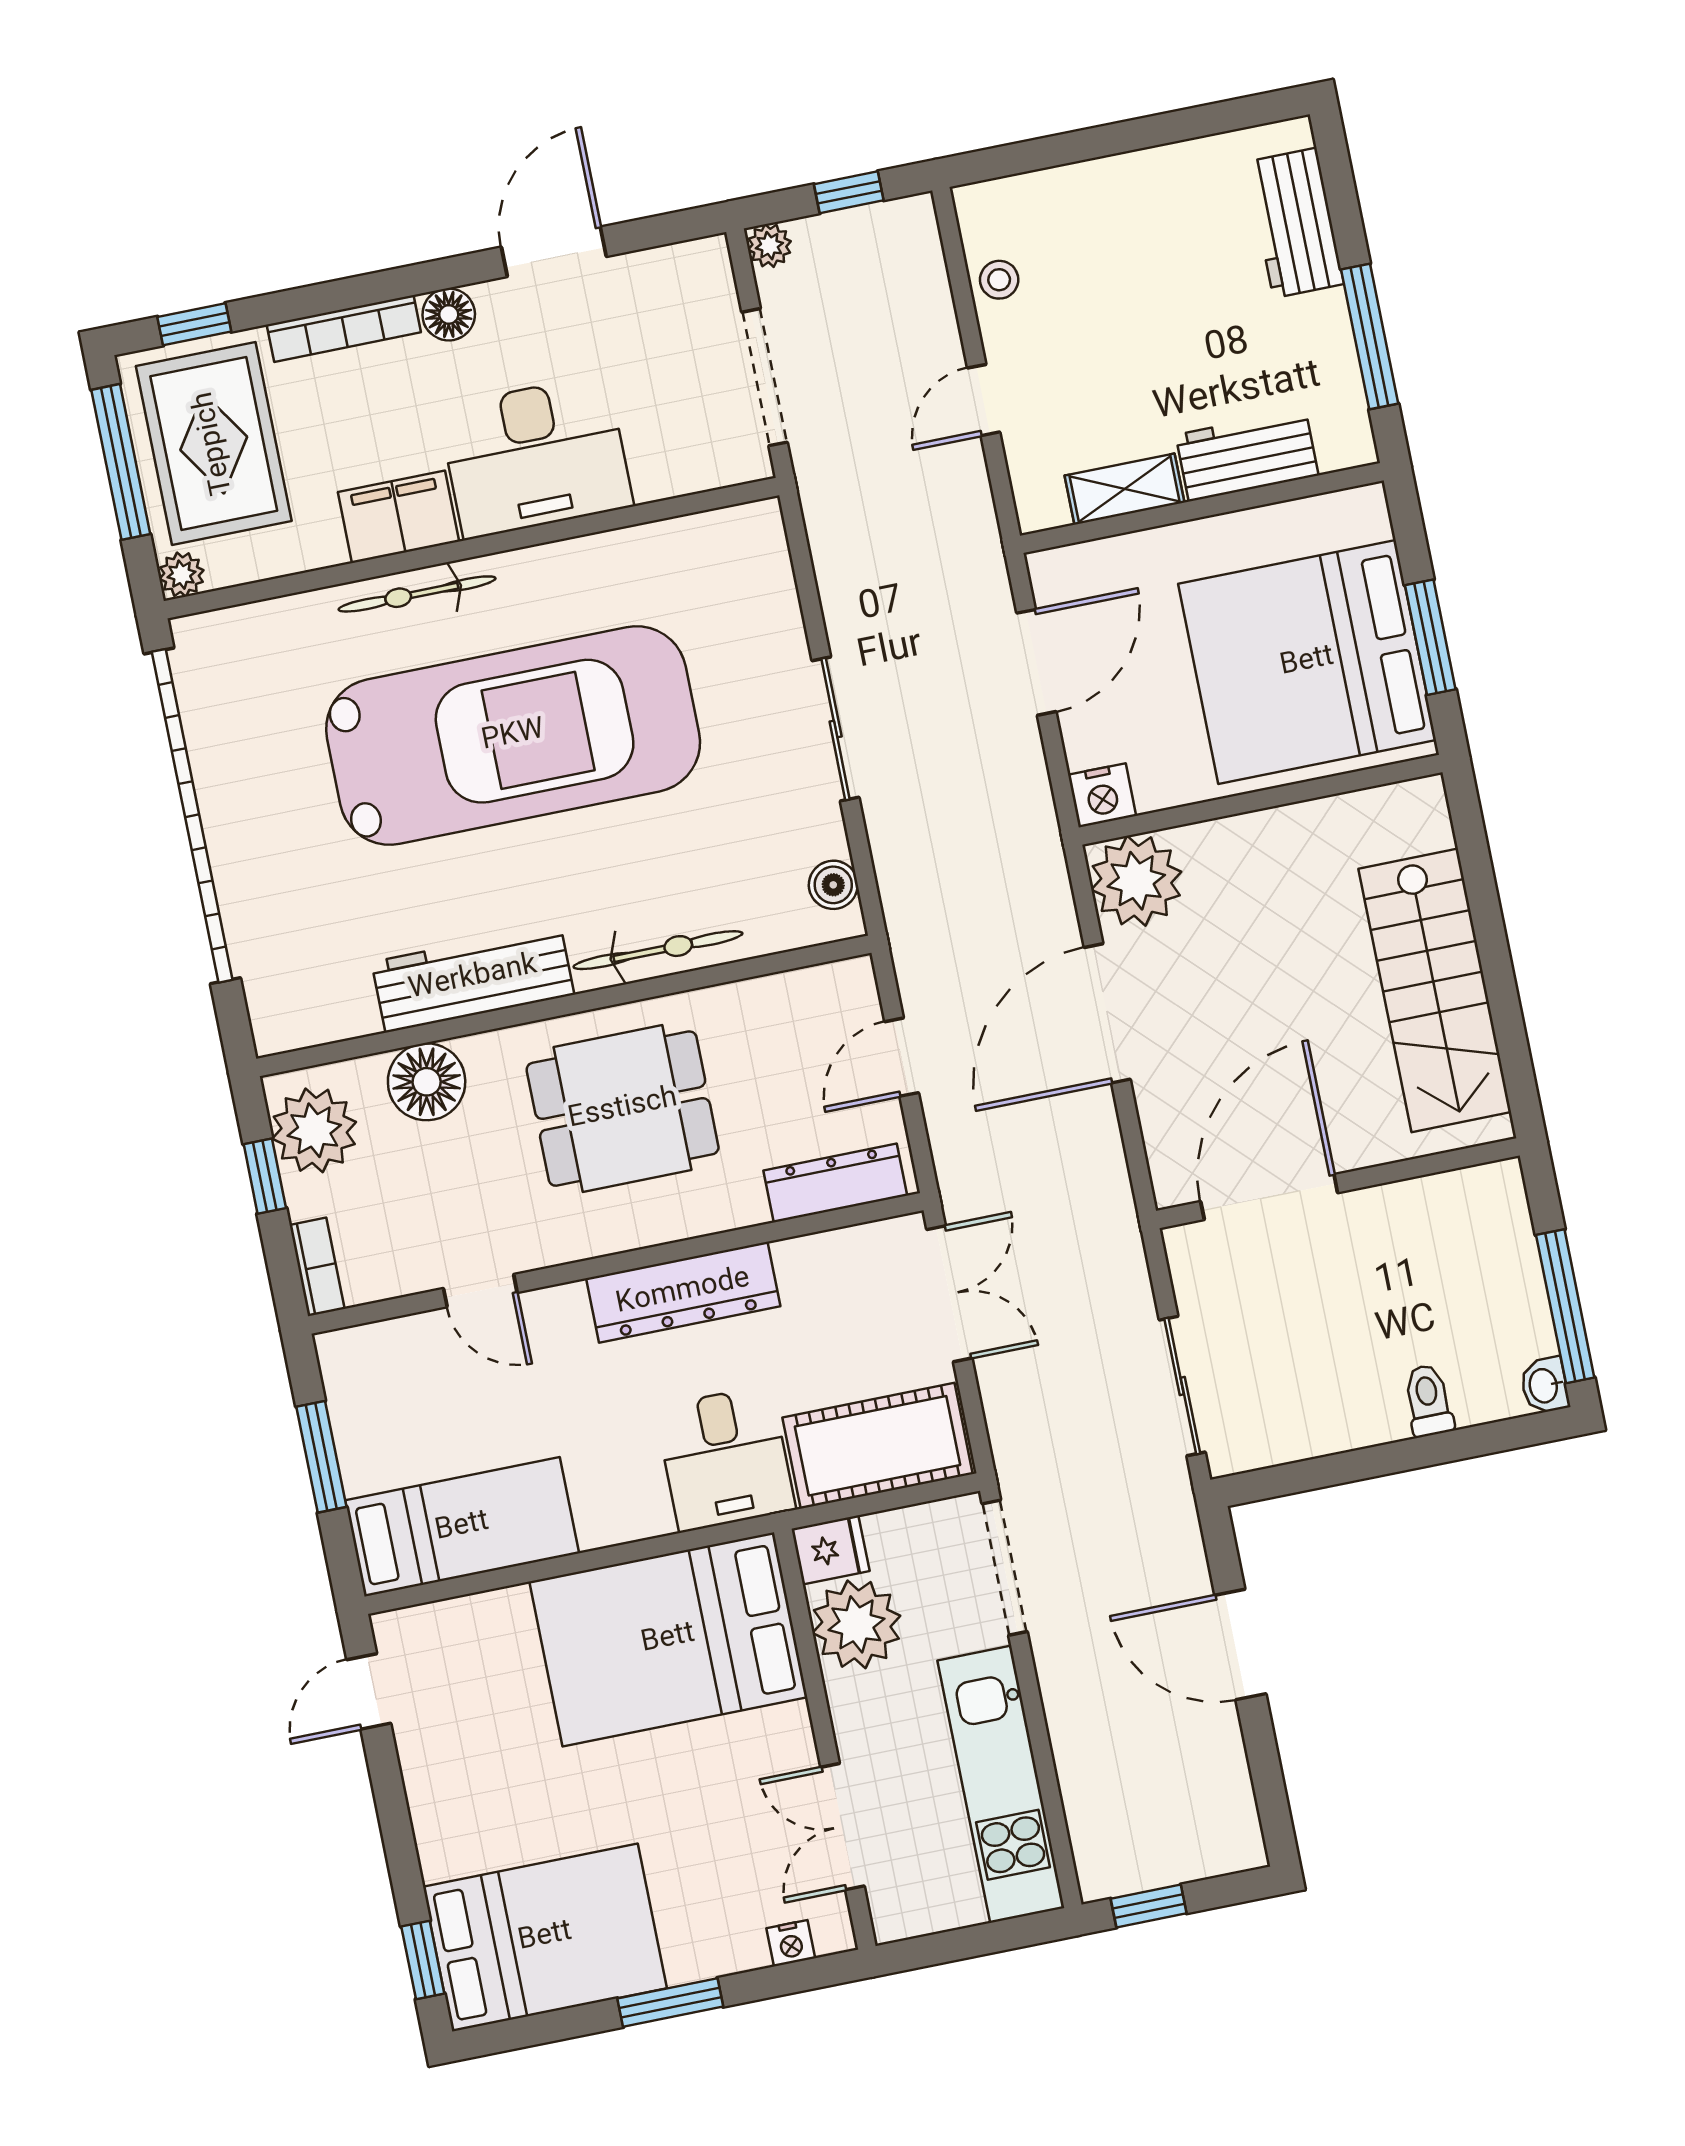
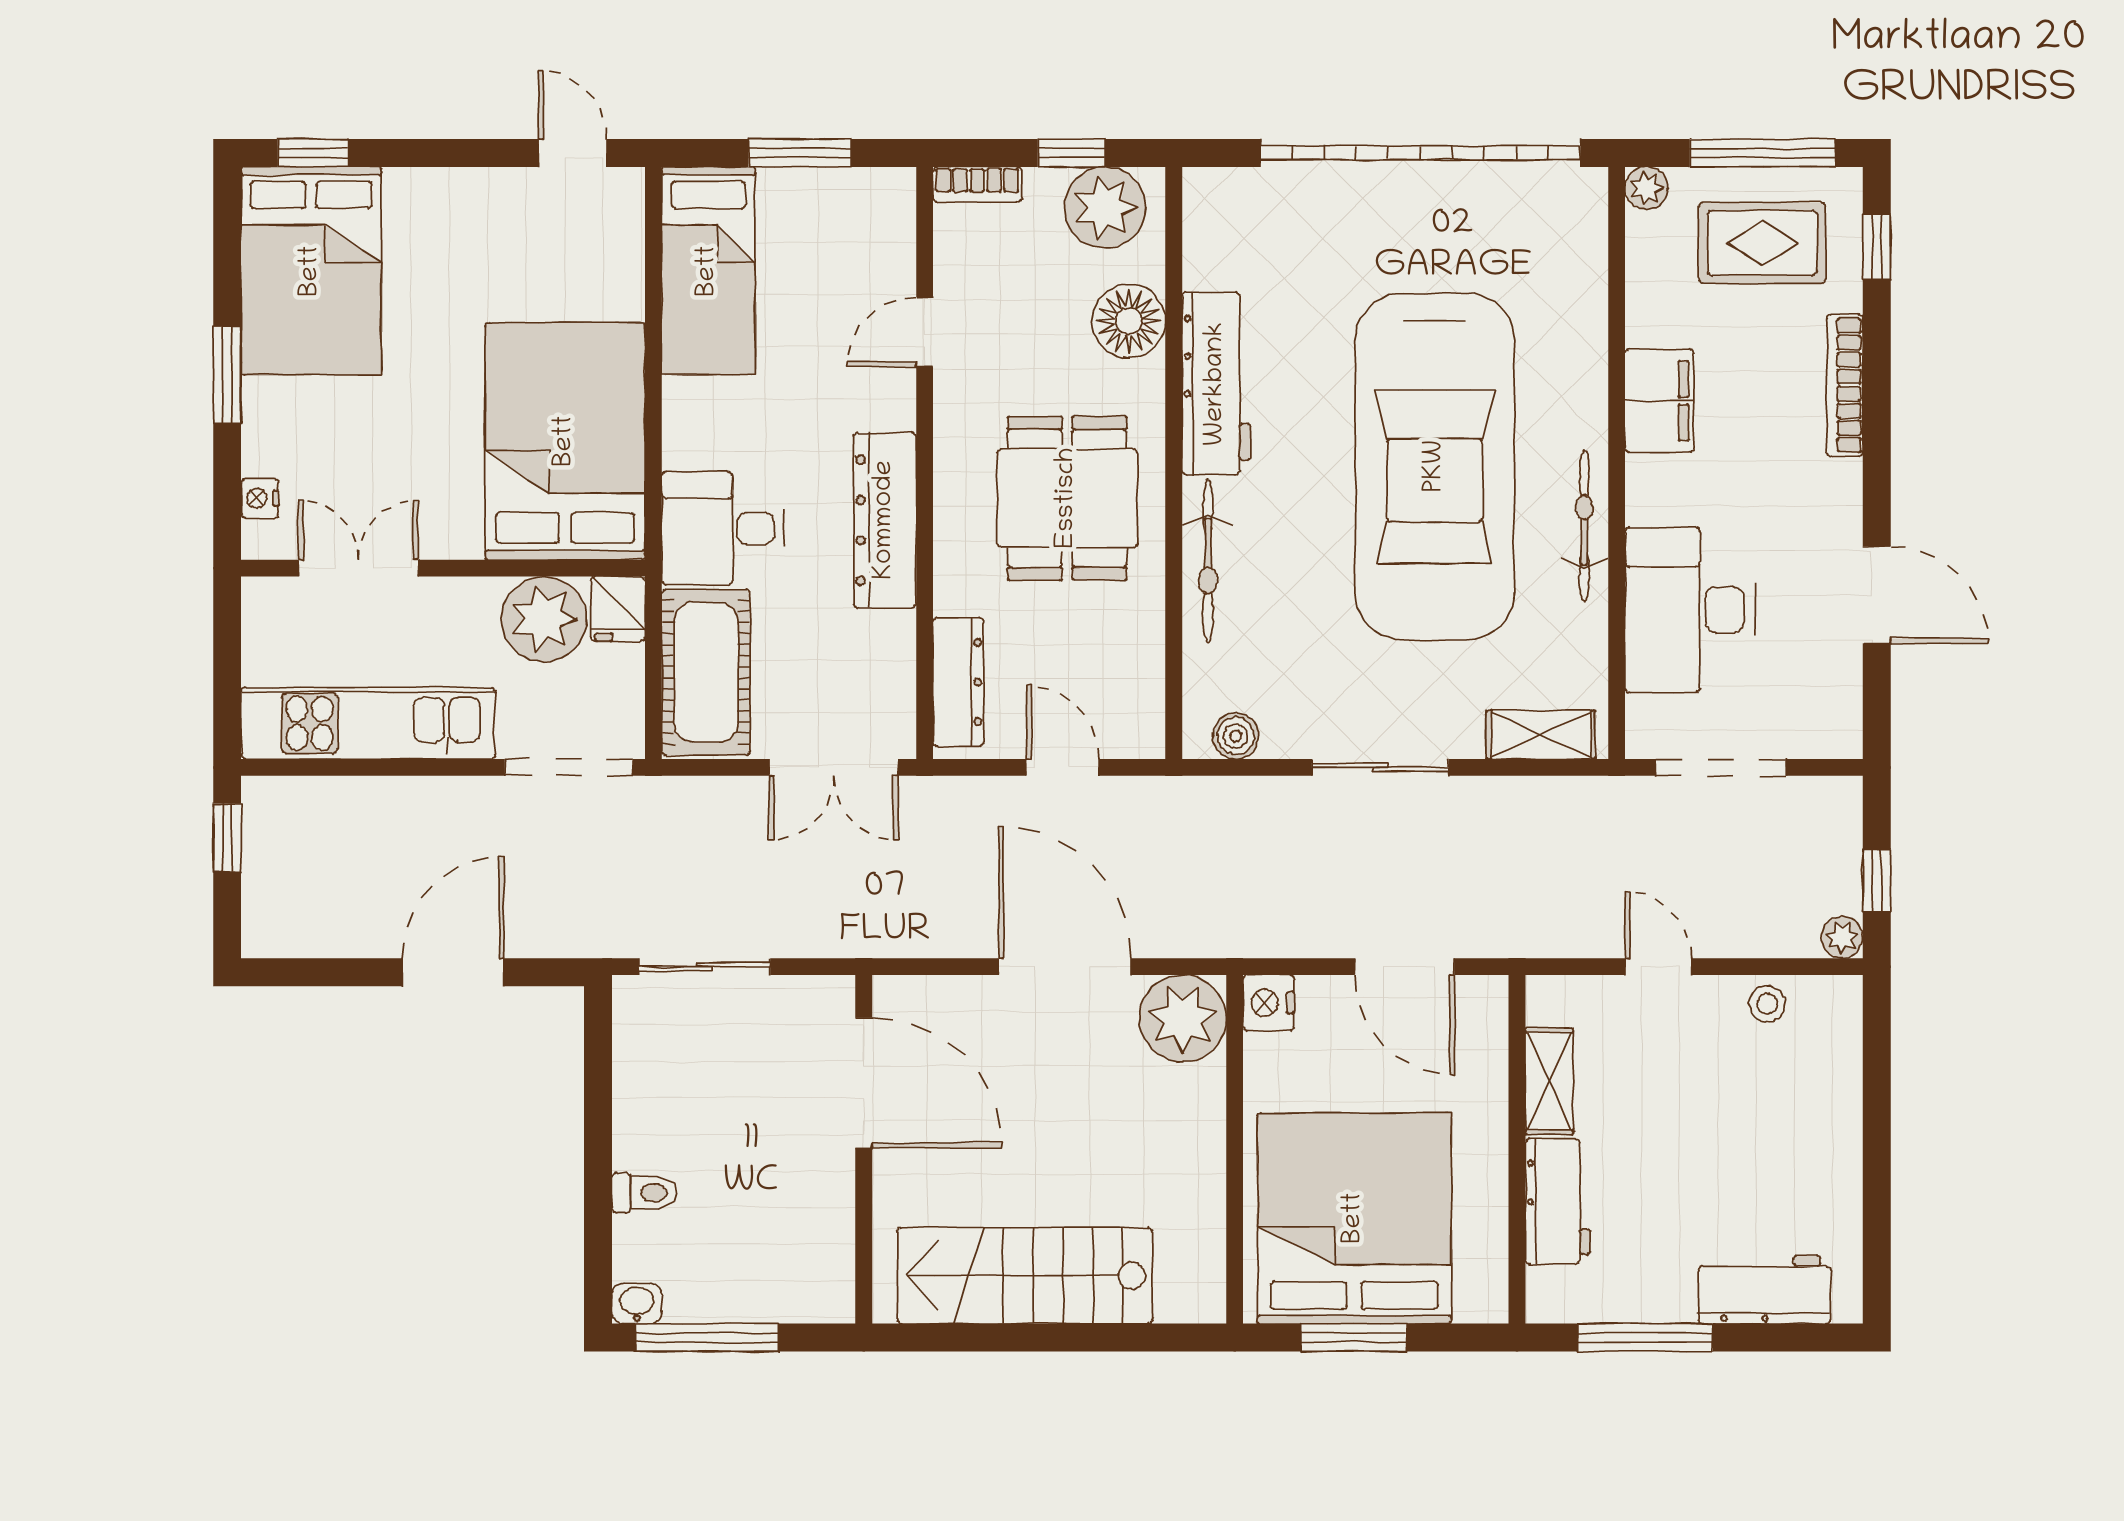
plant: (769, 246) -> (1842, 938), moved
floor lamp: (449, 314) -> (1838, 485), removed
rug: (214, 443) -> (1762, 243), width x0.73, depth x0.70
desk: (536, 457) -> (1690, 610), moved
shelving: (768, 570) -> (1541, 735), added
bicycle: (417, 594) -> (1584, 526), moved

